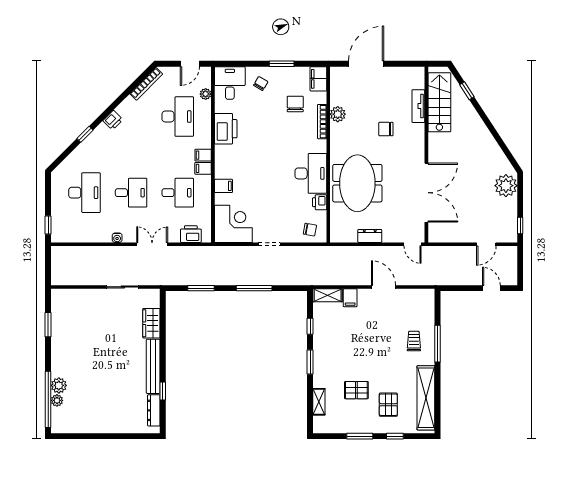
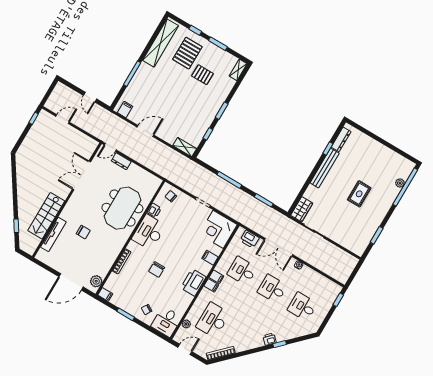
filing cabinet: (318, 79) -> (105, 294), width x0.50
stairs: (439, 102) -> (46, 216), moved
chair: (295, 104) -> (157, 269), moved
tv unit: (418, 106) -> (53, 234), width x1.41
plant: (338, 114) -> (96, 281), moved
printer: (113, 120) -> (270, 339), moved
printer: (226, 129) -> (193, 282), moved
plant: (506, 186) -> (27, 149), removed
desk: (84, 193) -> (302, 307), width x0.73
double door: (426, 193) -> (81, 175), width x0.73
dresser: (370, 236) -> (121, 161), moved
double door: (152, 244) -> (278, 247), width x1.37
door: (413, 244) -> (110, 147), swing flipped
door: (383, 287) -> (145, 131), swing flipped
door: (491, 288) -> (90, 97), moved
filing cabinet: (350, 298) -> (125, 110), moved
wardrobe: (151, 323) -> (302, 209), moved
trolley: (414, 341) -> (147, 84), removed
rug: (96, 360) -> (359, 194), added
plant: (59, 385) -> (393, 192), removed
shelving: (319, 402) -> (238, 70), moved
pallet: (388, 405) -> (187, 53), width x1.50, depth x1.42

